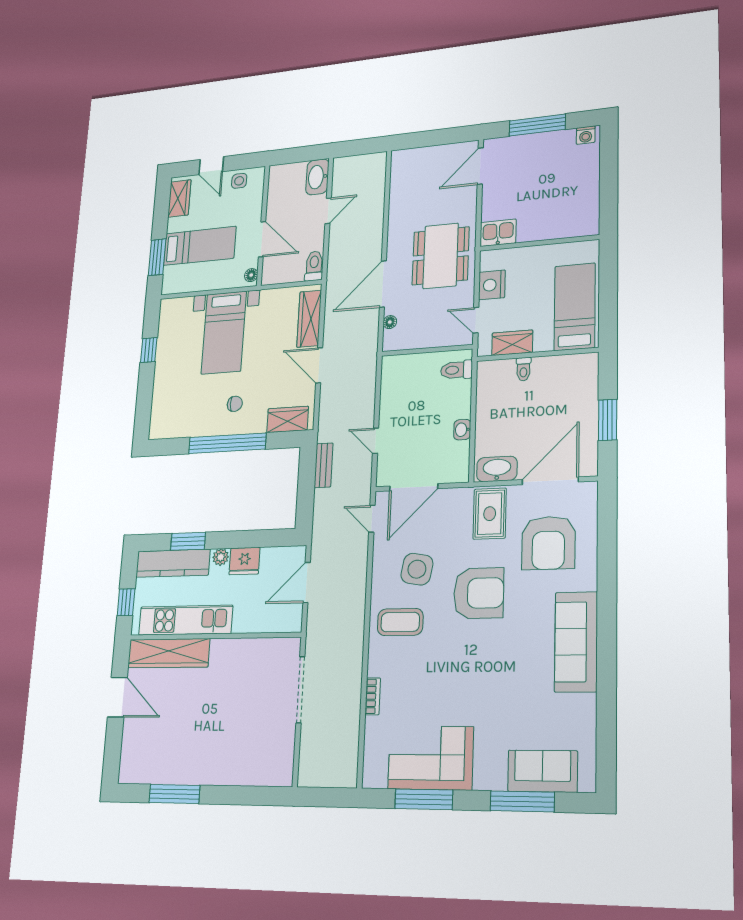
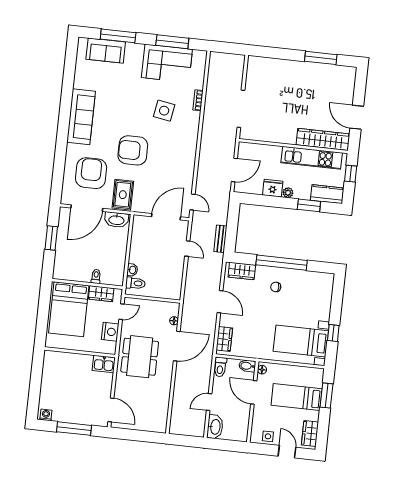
door: (480, 166) -> (111, 410), hinge flipped
bidet: (273, 276) -> (247, 366), added
bed: (575, 307) -> (69, 309), width x1.50
wardrobe: (309, 319) -> (224, 339), width x0.67
door: (476, 320) -> (121, 312), hinge flipped
bed with nightstands: (224, 332) -> (301, 341), moved, turned -90
washbasin: (462, 430) -> (132, 270), moved
kitchen counter: (173, 563) -> (327, 194), width x0.67
side table: (417, 569) -> (164, 111), moved
coffee table: (400, 622) -> (179, 140), removed

